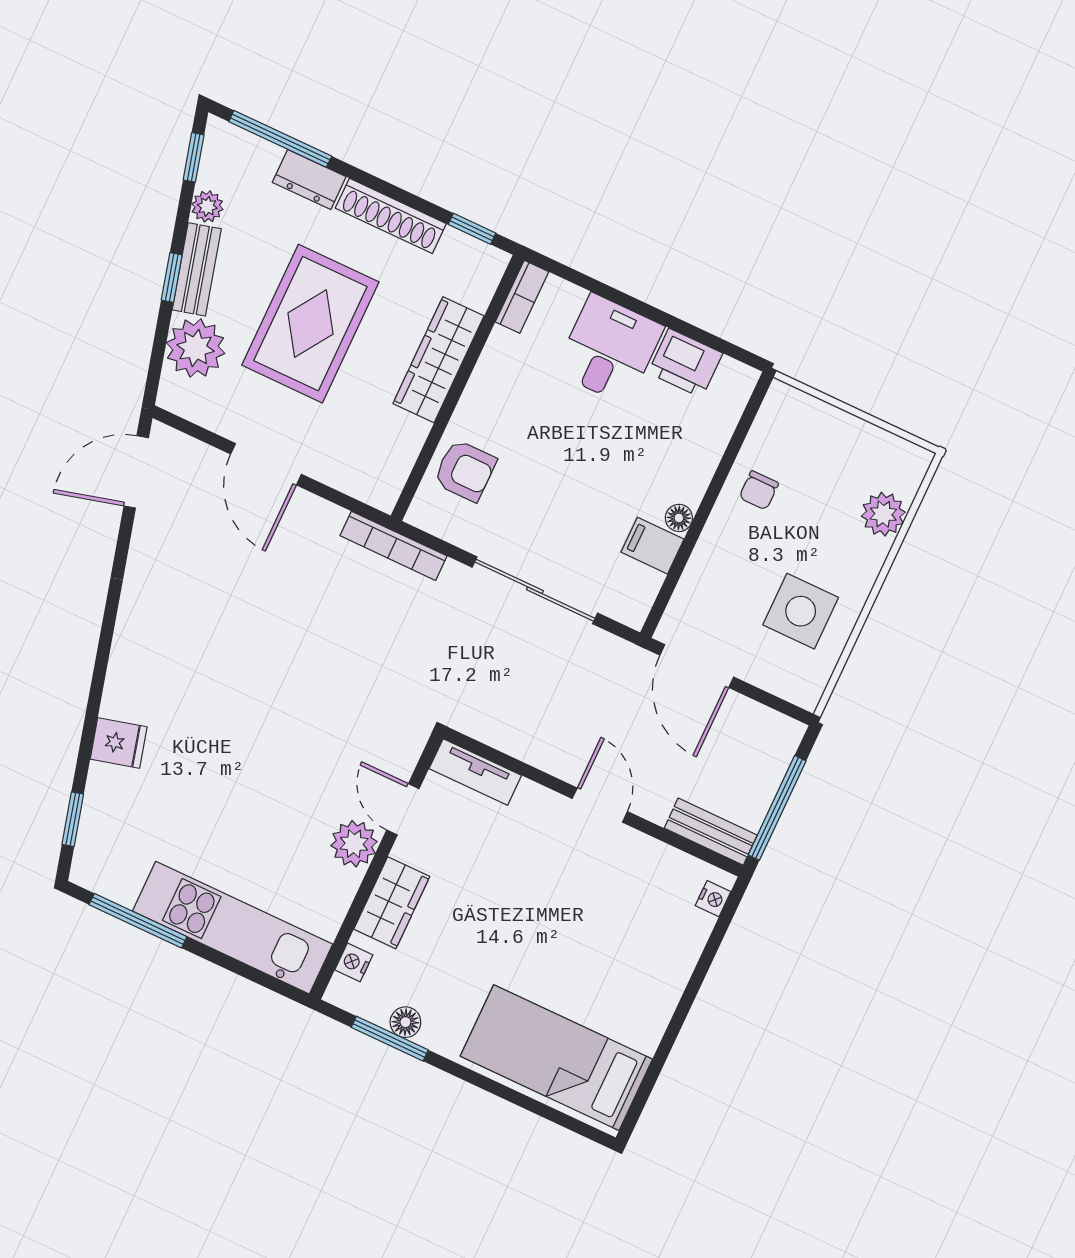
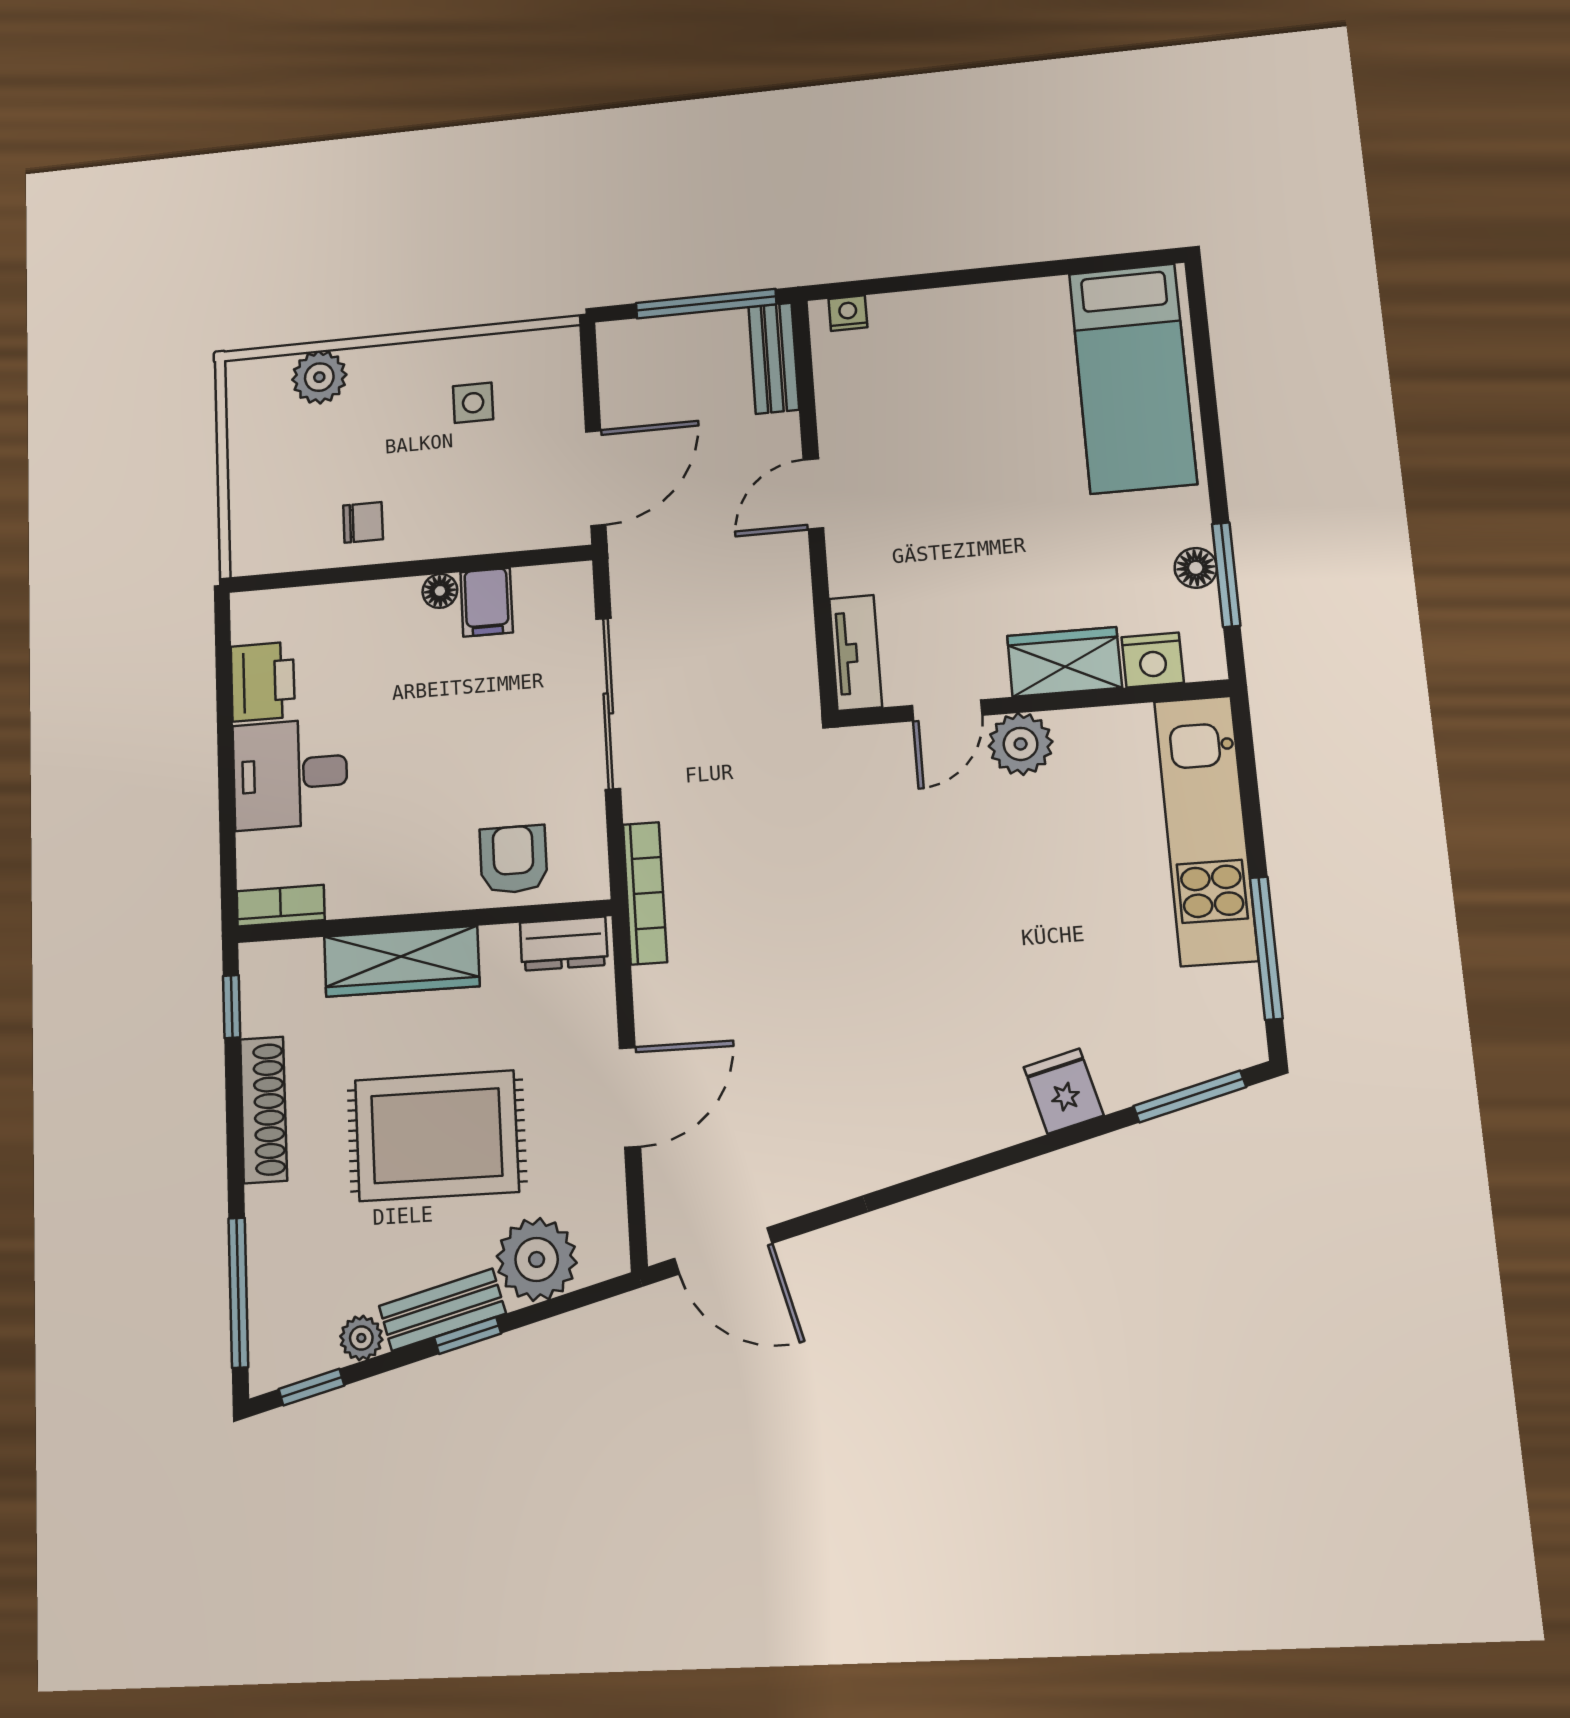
dresser: (309, 180) -> (564, 944), moved, turned 90
side table: (801, 611) -> (473, 403), width x0.54, depth x0.54
window: (73, 819) -> (1190, 1096), width x1.50
nightstand: (354, 962) -> (1153, 660), width x1.39, depth x1.35

